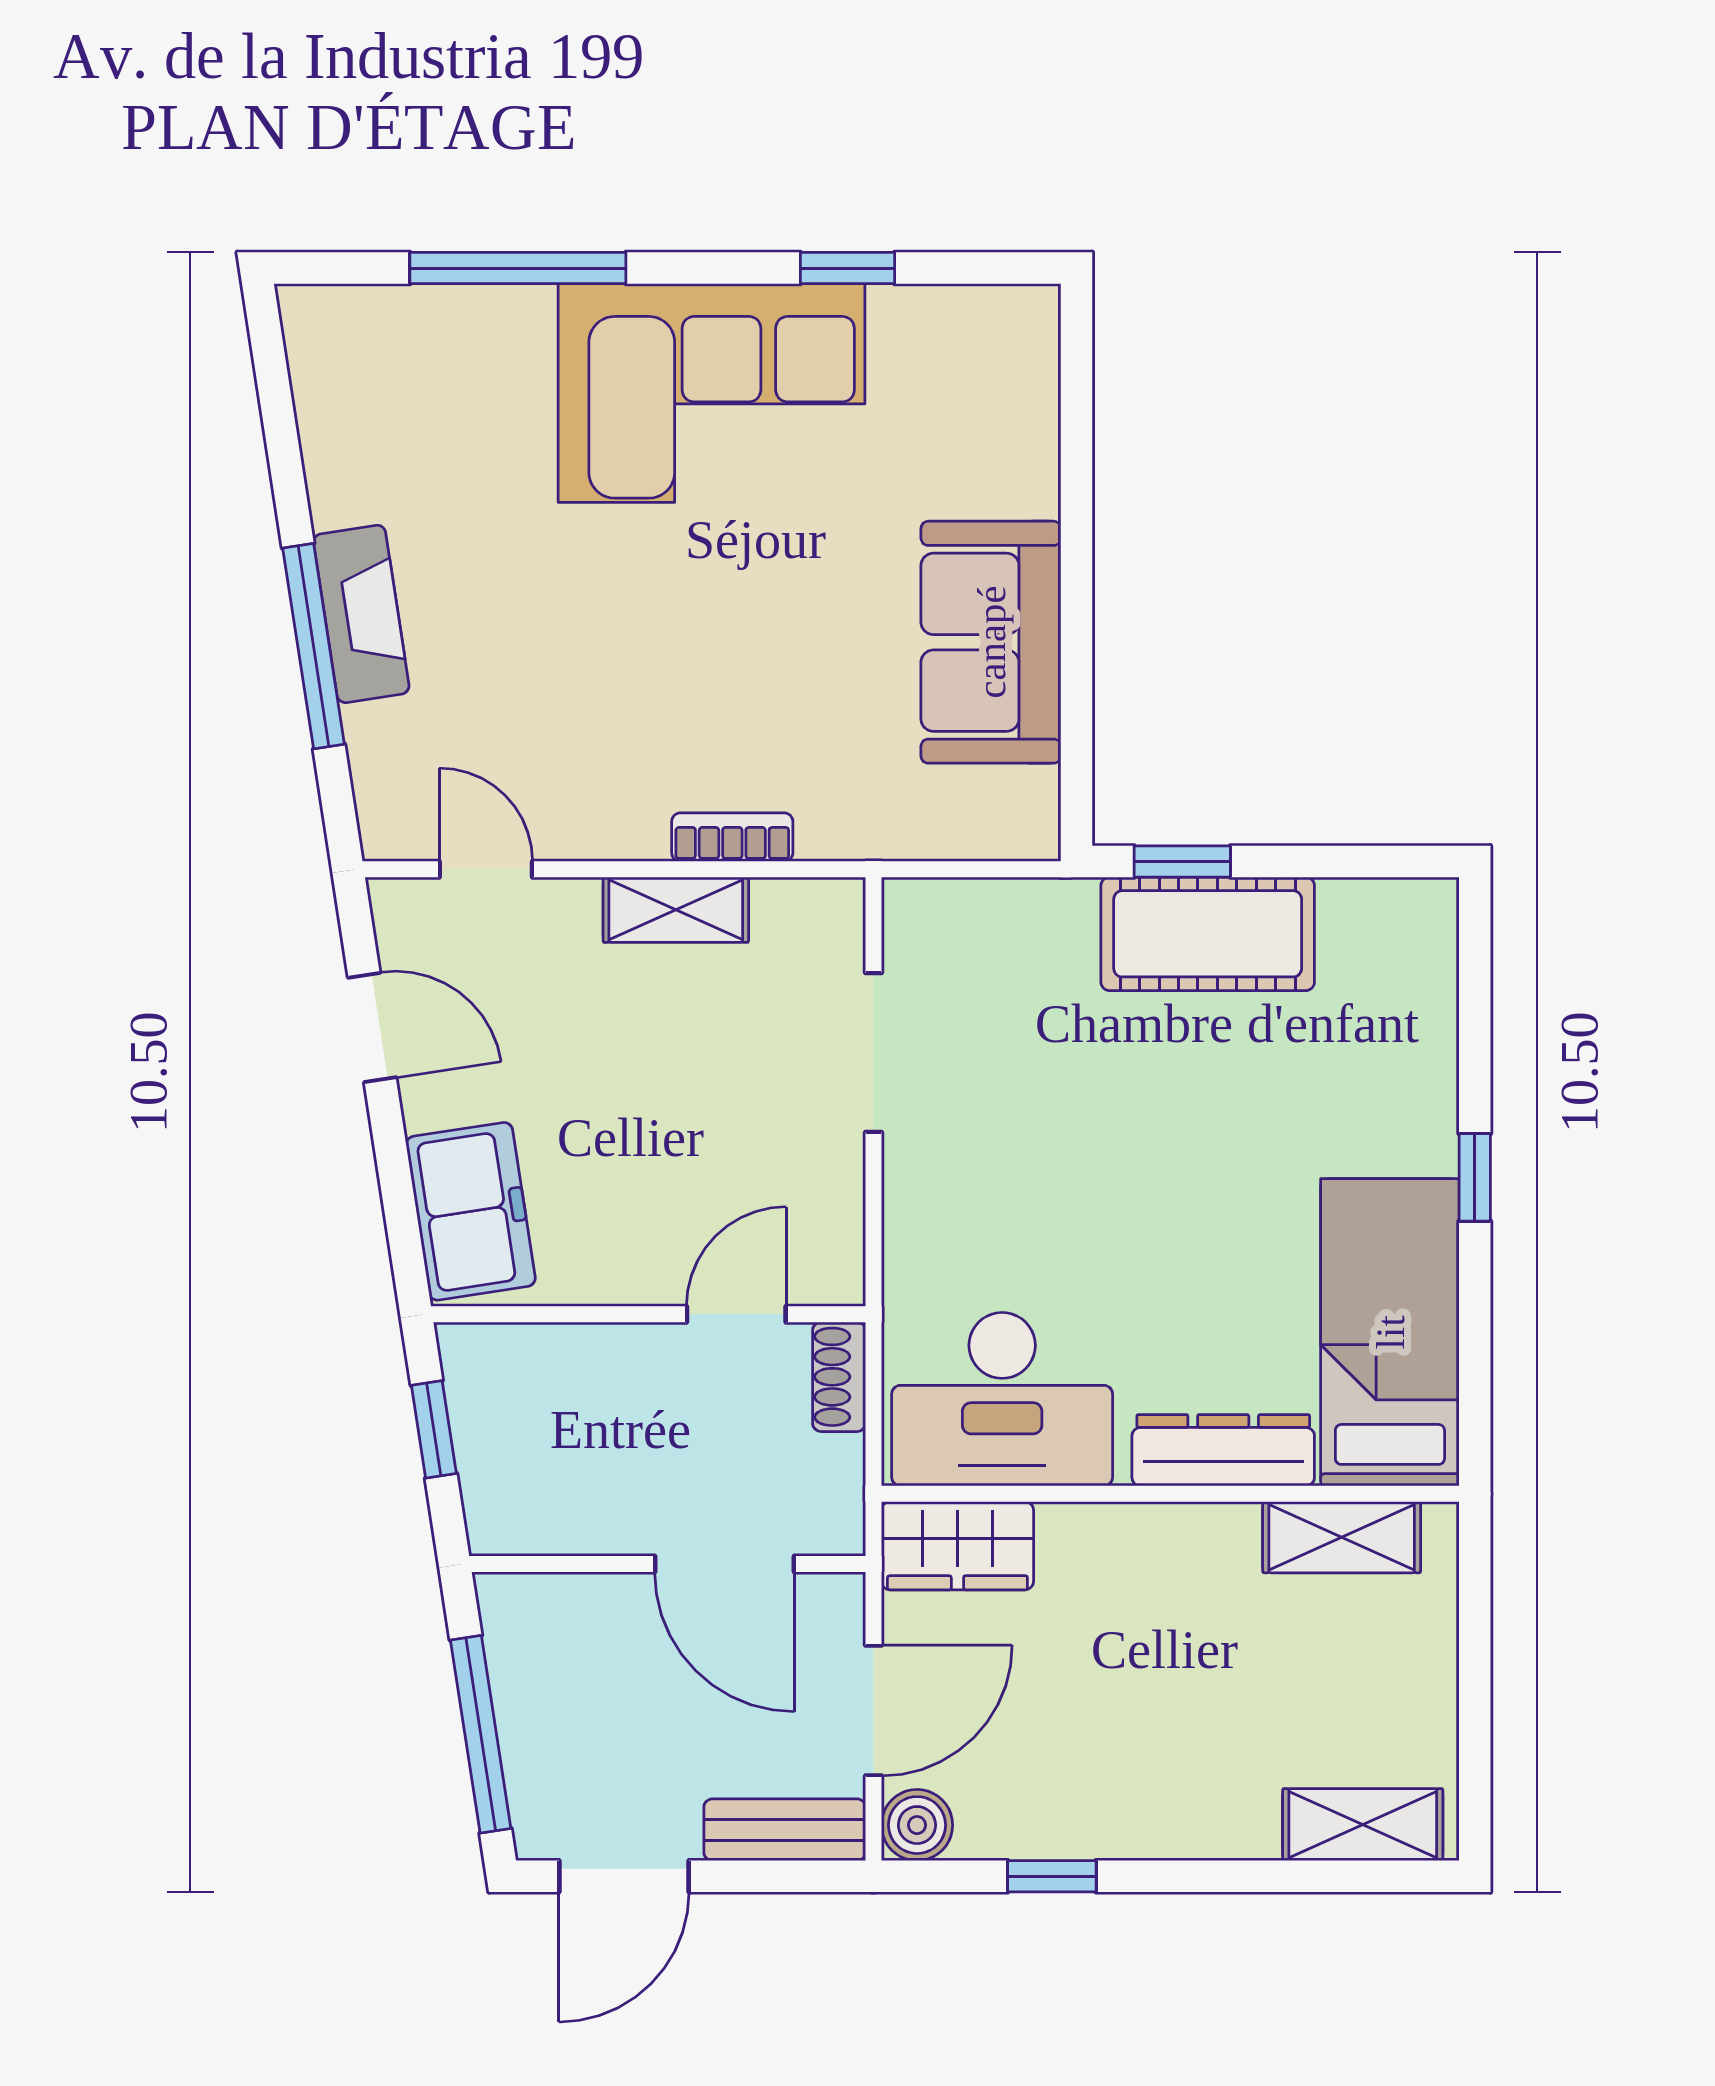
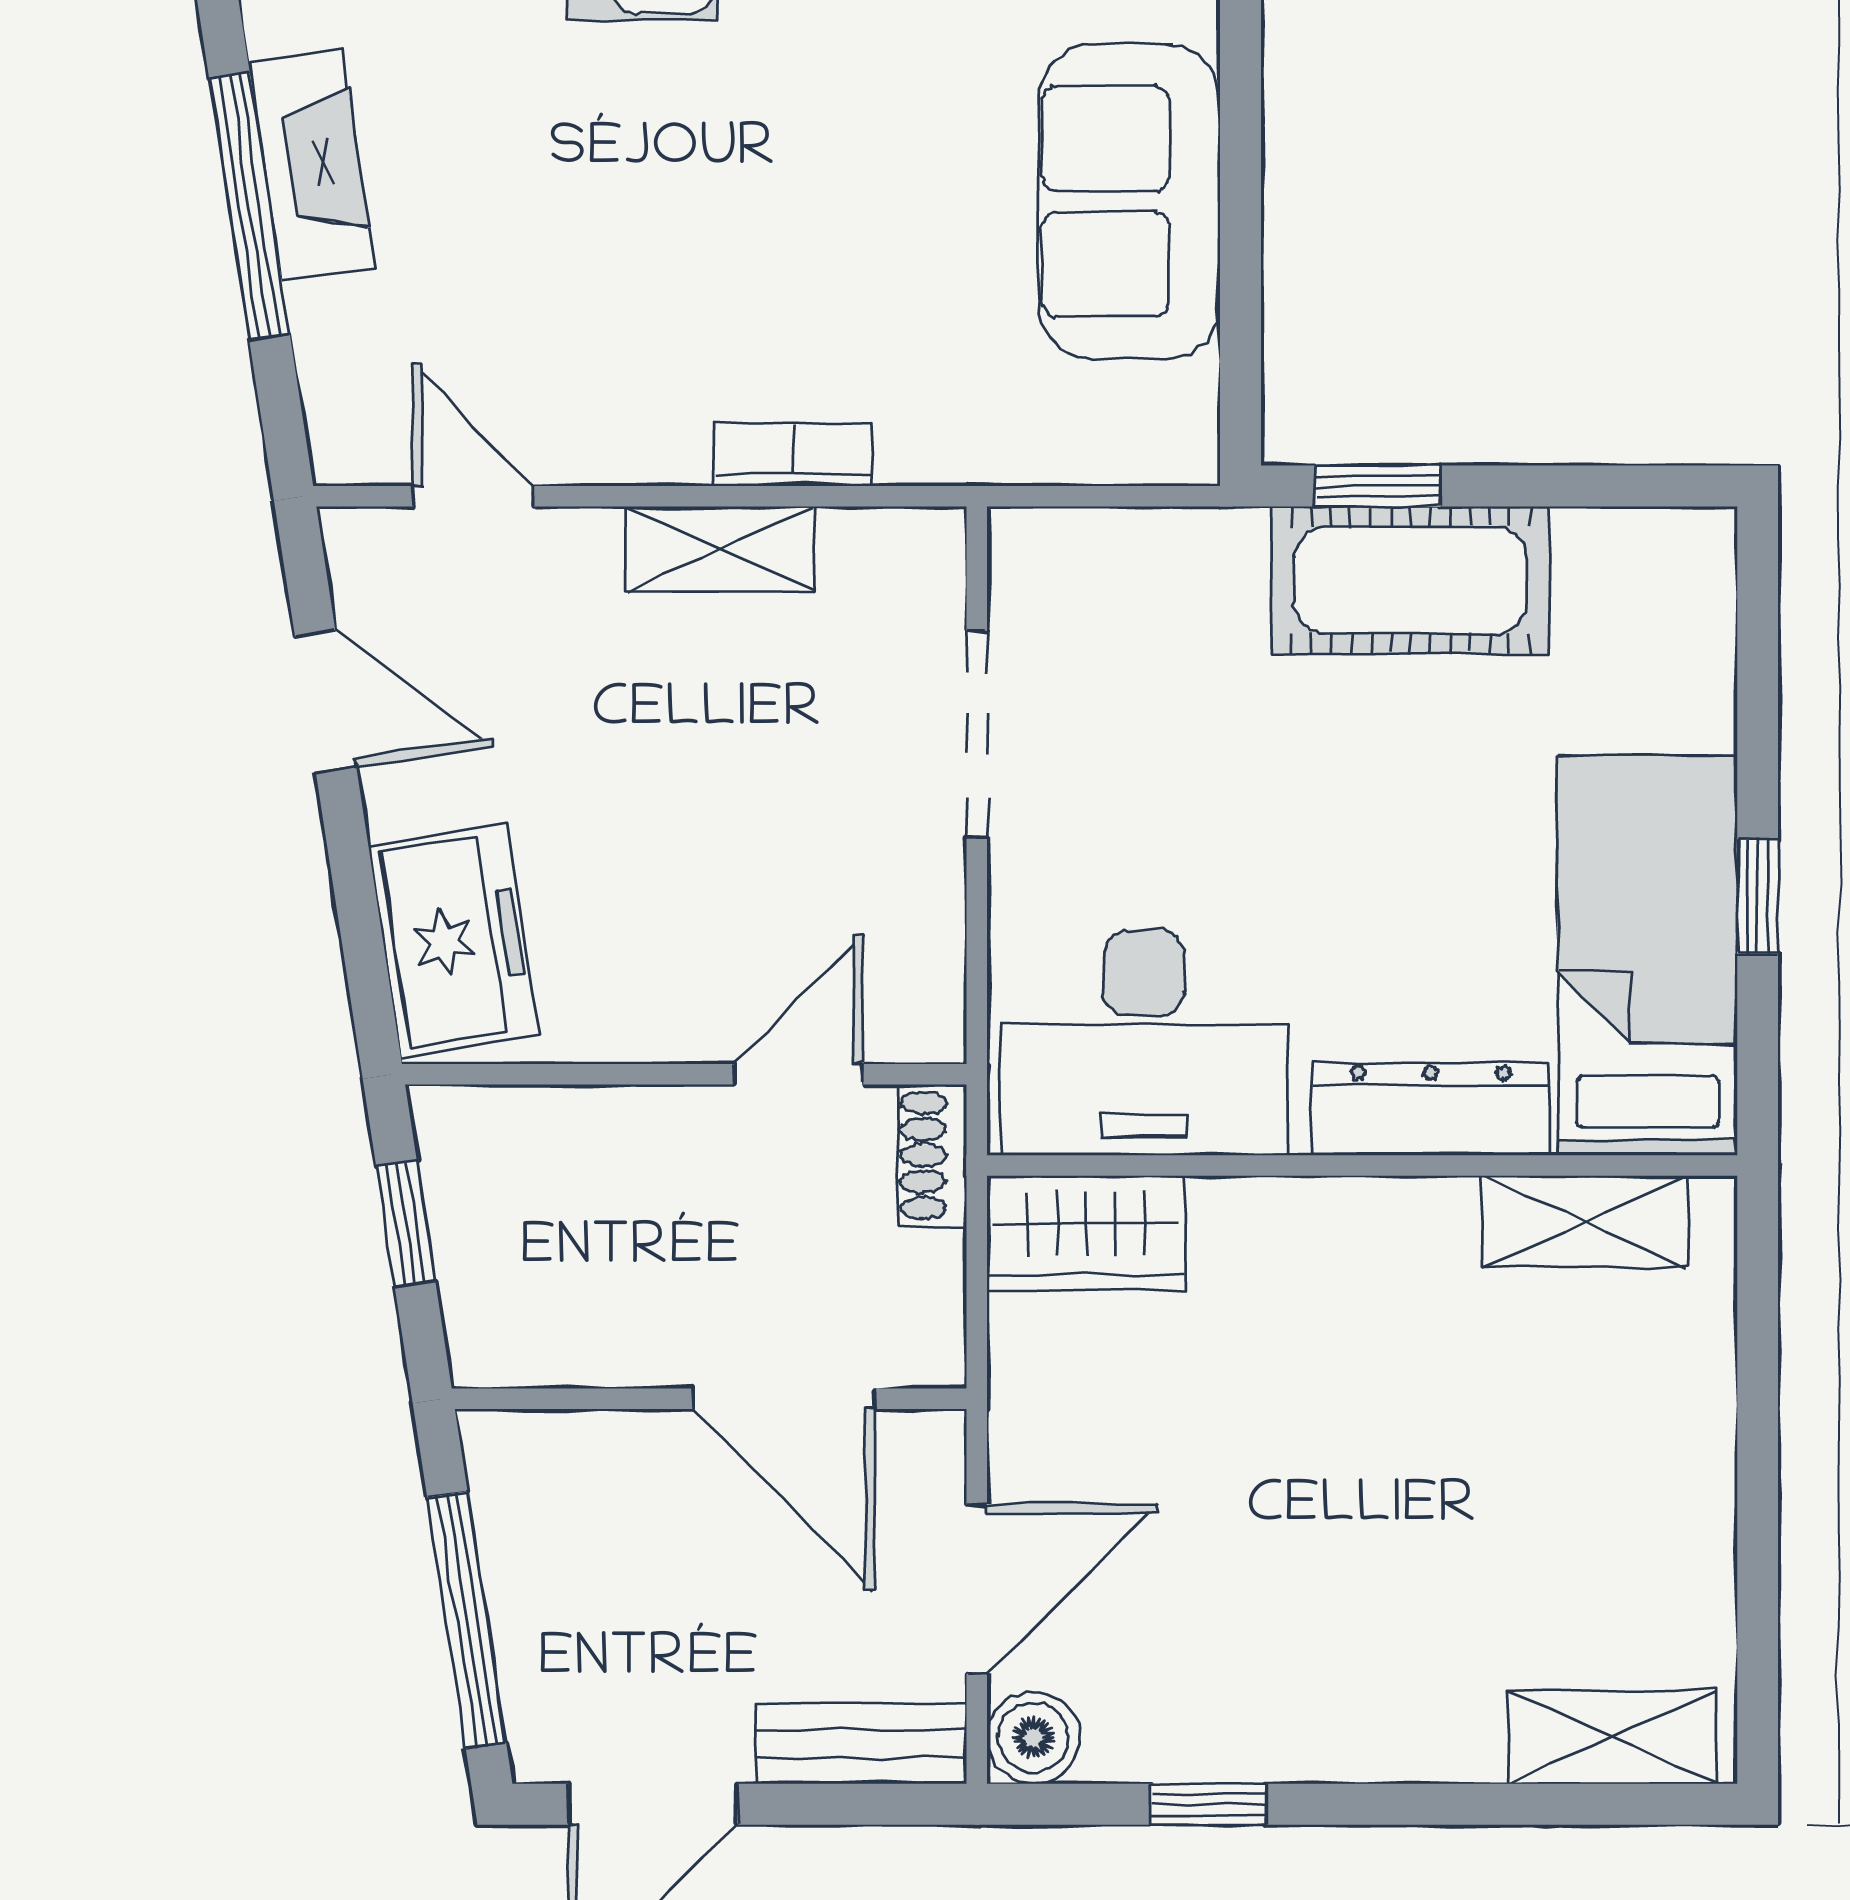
bed: (1390, 1332) -> (1648, 956), moved
desk: (1002, 1399) -> (1144, 1043), moved
dresser: (1223, 1450) -> (1431, 1109), moved
wall: (1170, 1494) -> (1362, 1165), moved
shelving: (1342, 1537) -> (1585, 1222), moved
wardrobe: (957, 1546) -> (1086, 1233), moved

